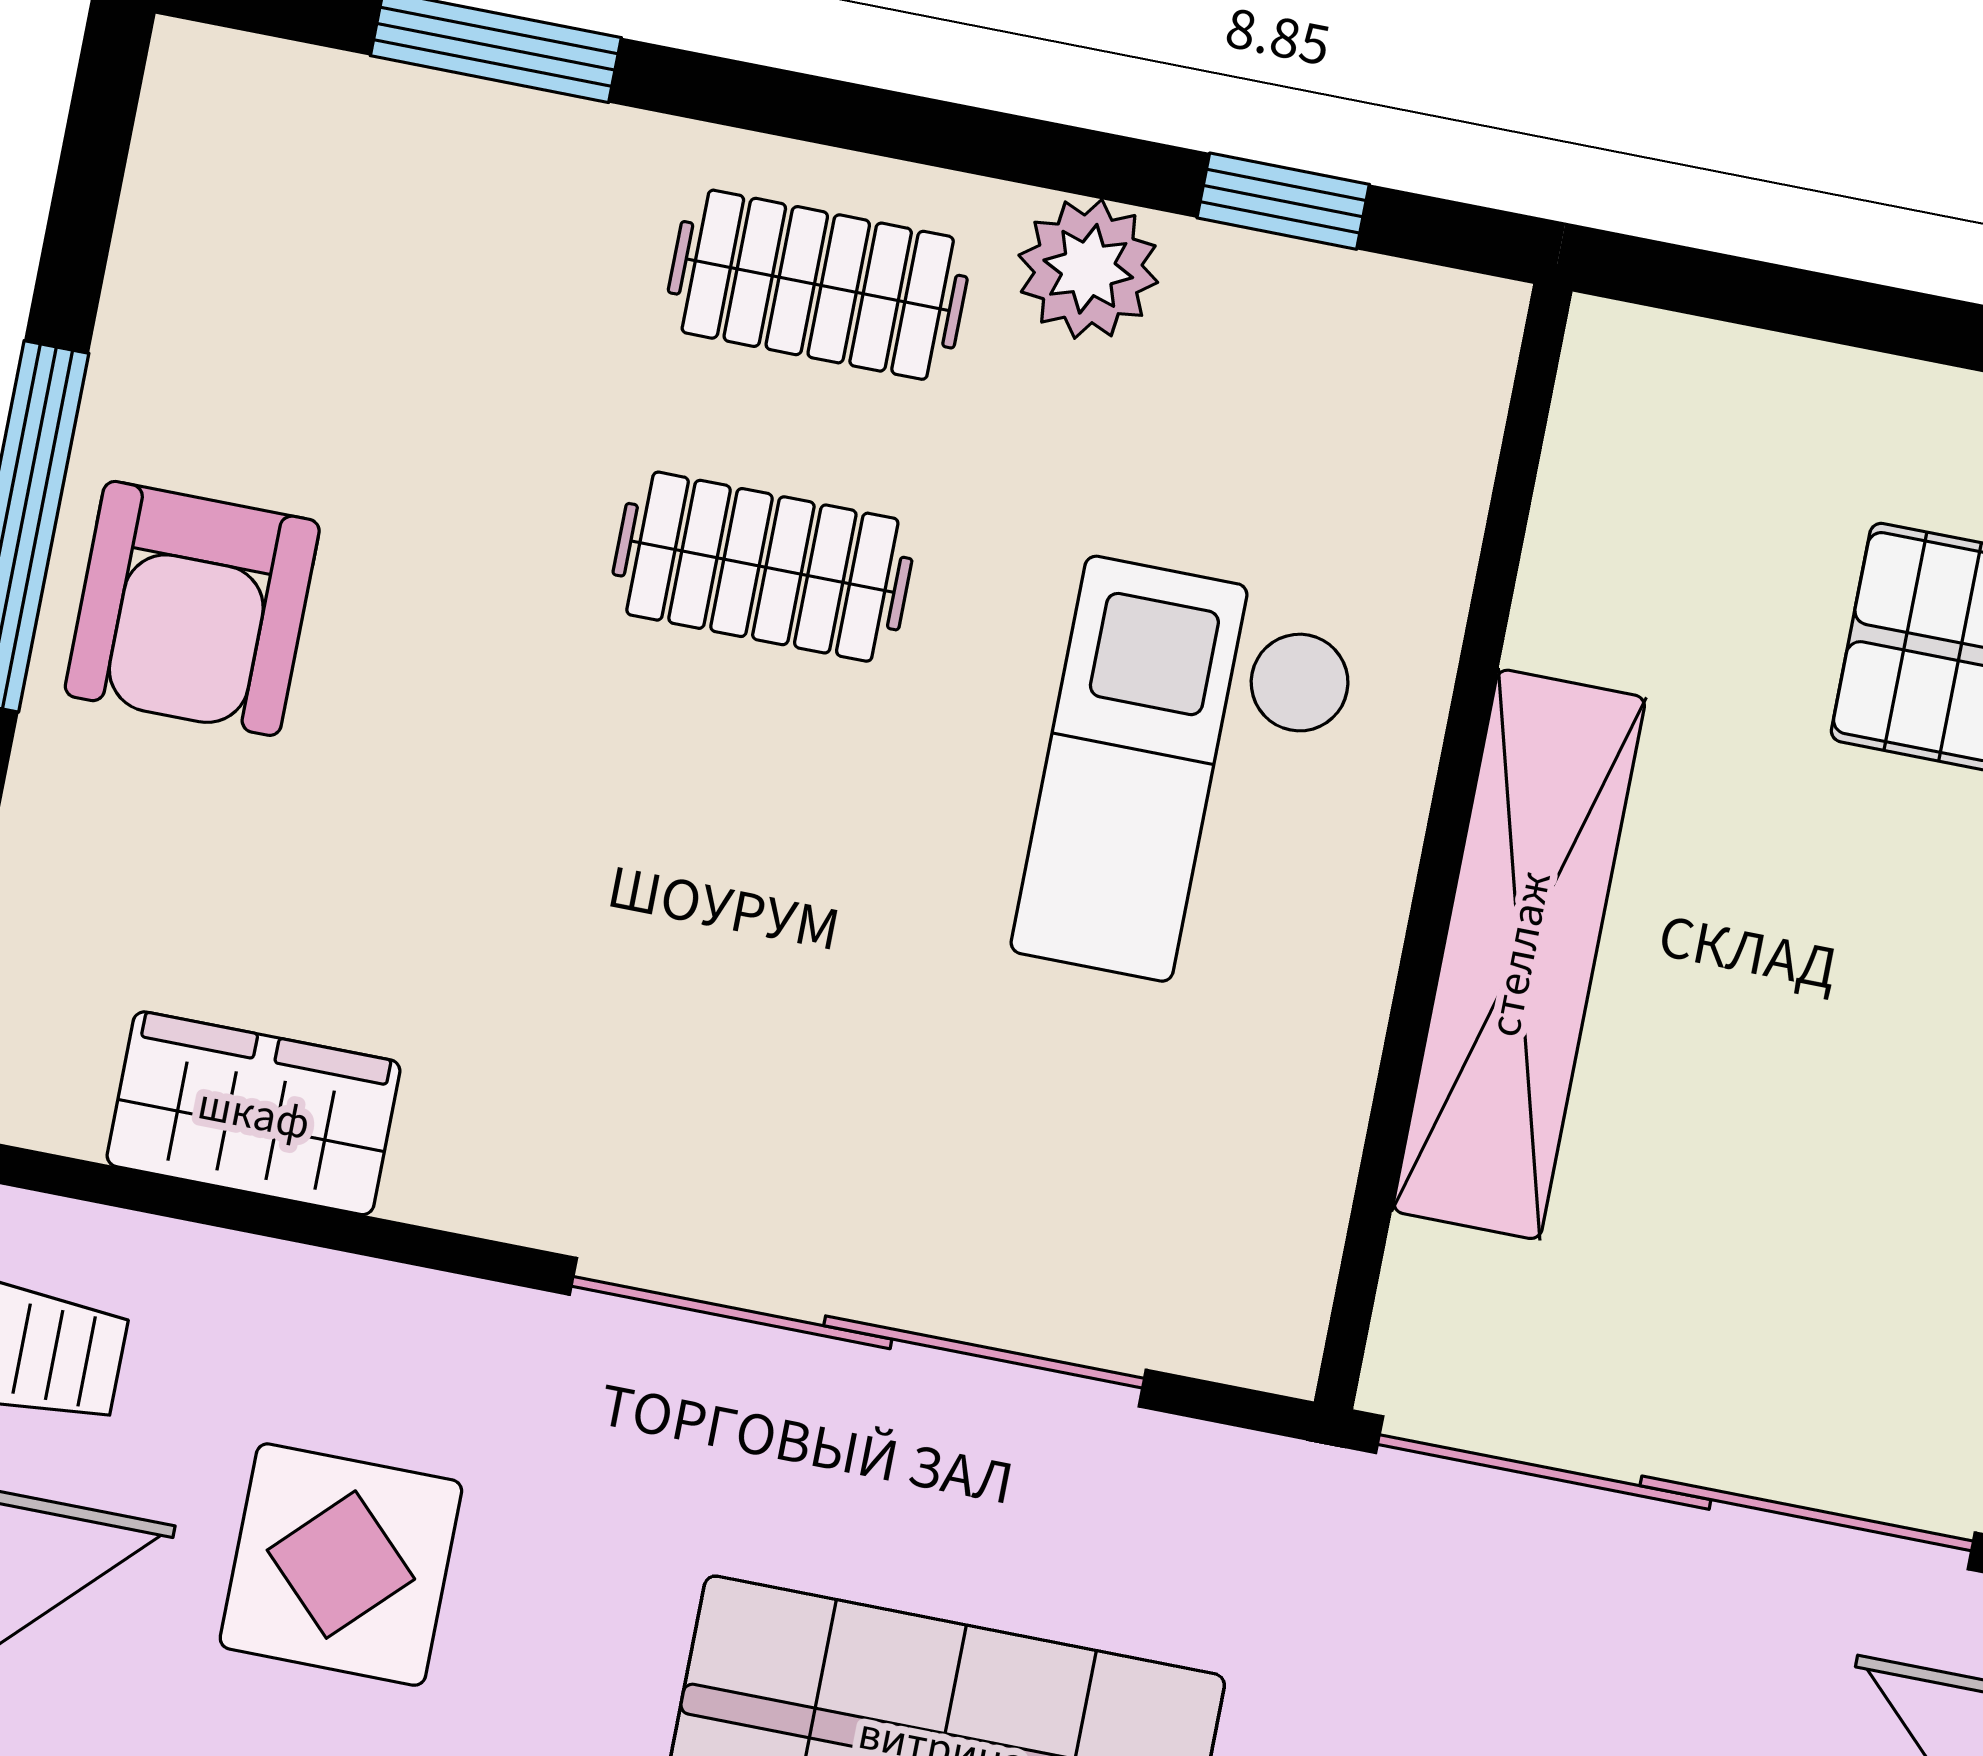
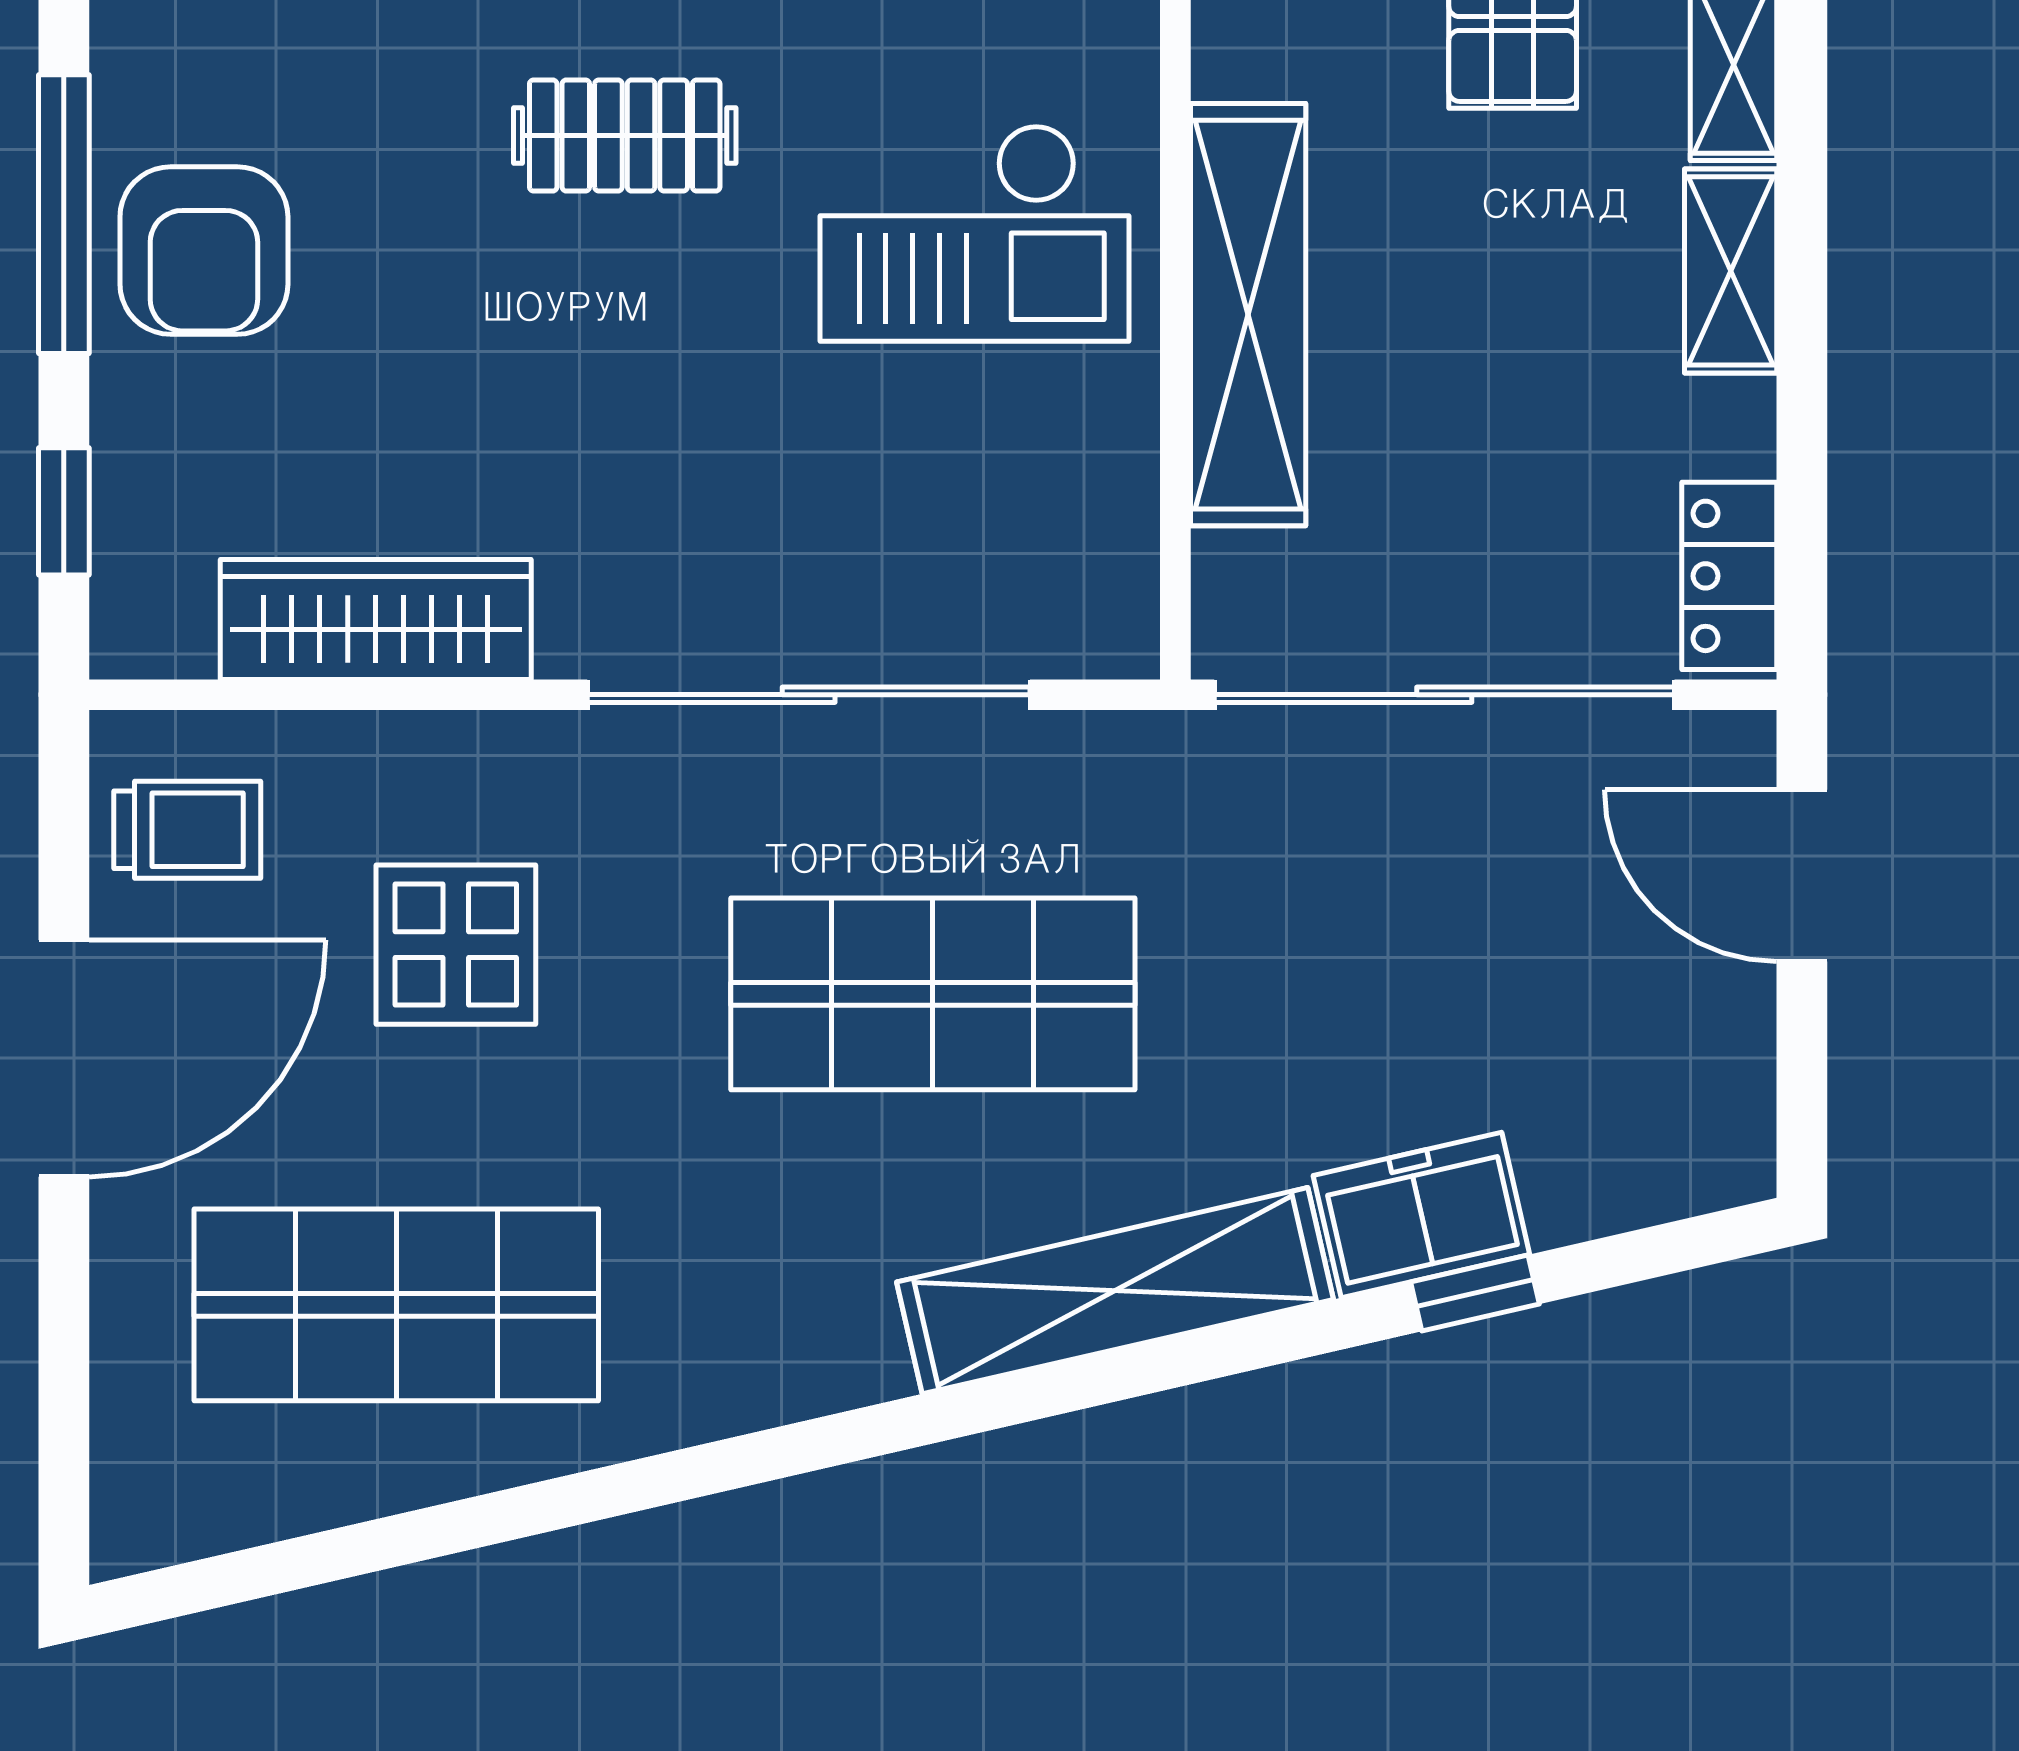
checkout: (1188, 780) -> (974, 233), turned -90
wardrobe: (254, 1113) -> (376, 619), width x1.50

